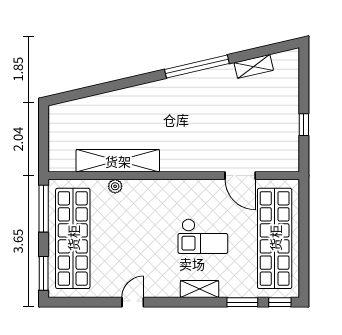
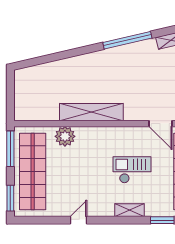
shelving: (118, 161) -> (91, 112), moved
plant: (115, 186) -> (65, 136), width x1.87, depth x1.87
checkout: (203, 236) -> (132, 170), turned 180

